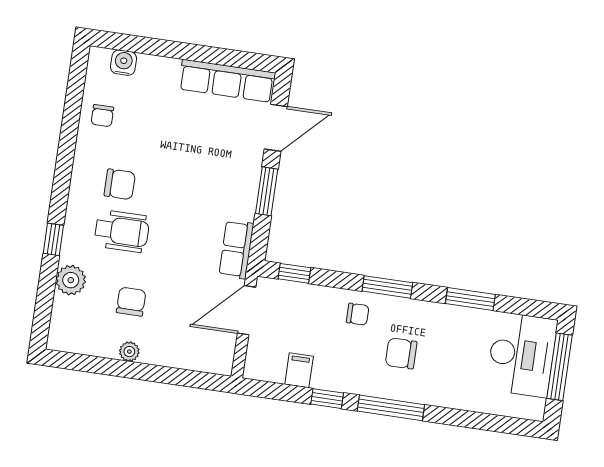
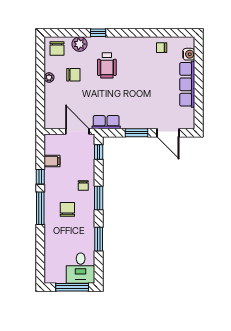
row of seats: (227, 81) -> (187, 84), moved
chair: (120, 184) -> (57, 49), moved
desk: (522, 355) -> (81, 268), width x0.73

